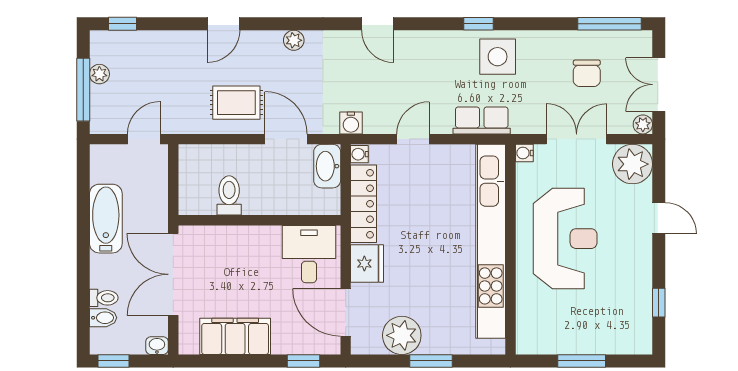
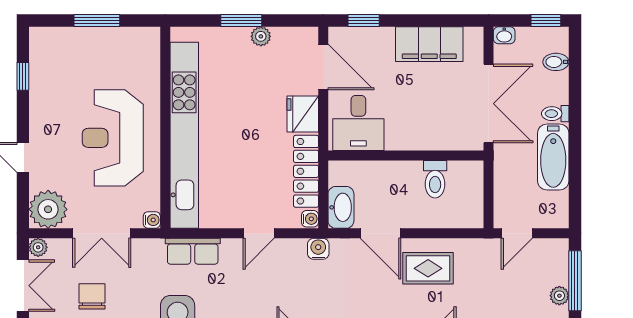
toilet: (104, 298) -> (555, 114), moved
plant: (402, 335) -> (261, 36), width x0.53, depth x0.53

